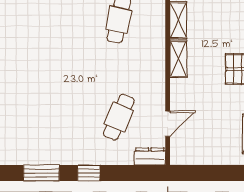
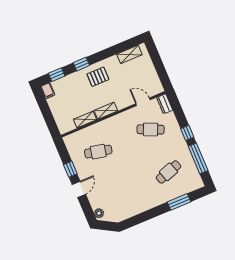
cafe table: (40, 117) -> (168, 172), added
window: (41, 173) -> (198, 158), width x1.44

